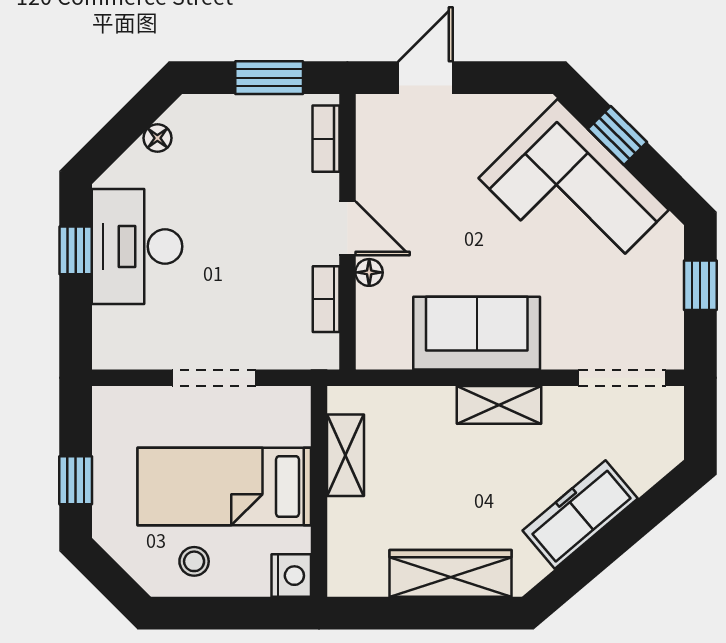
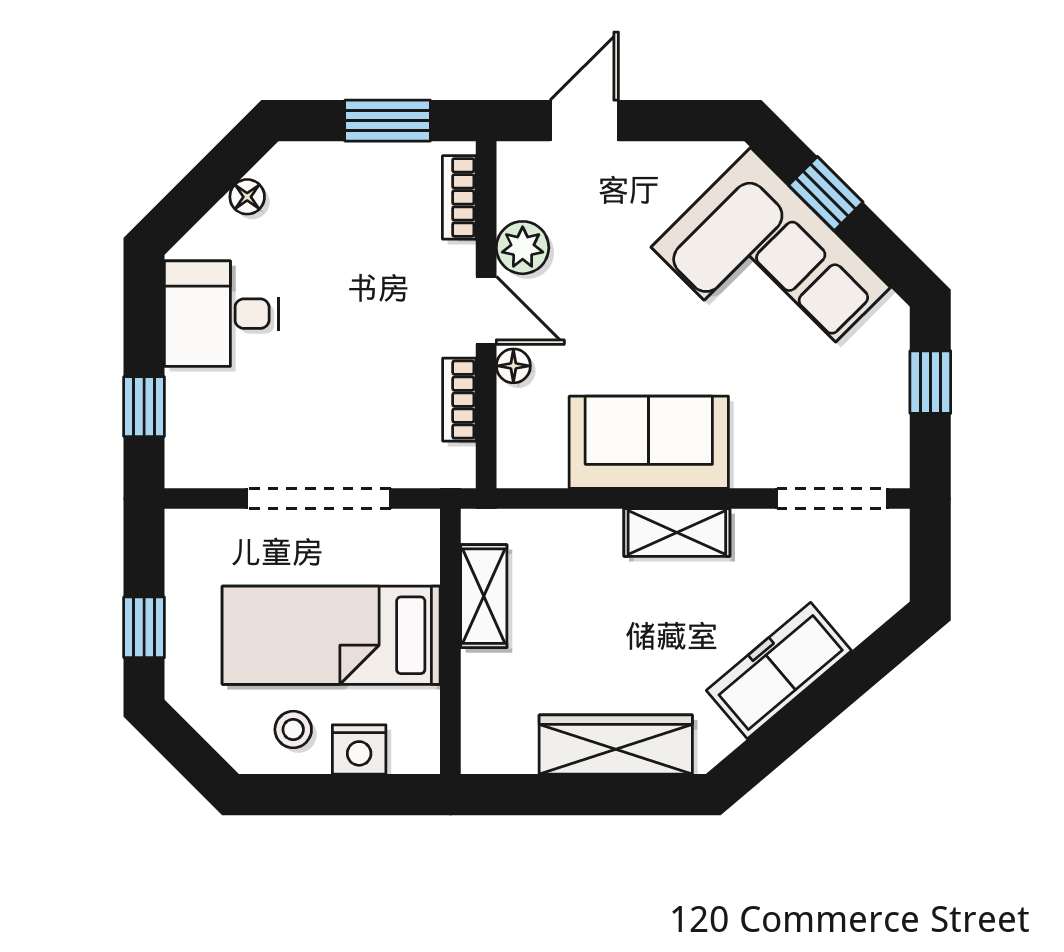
plant: (376, 178) -> (523, 248), added
desk: (137, 246) -> (221, 314), width x0.73
window: (76, 250) -> (144, 407), moved
doorway: (214, 378) -> (318, 498), width x1.36
nightstand: (291, 576) -> (359, 749), moved, turned 90

